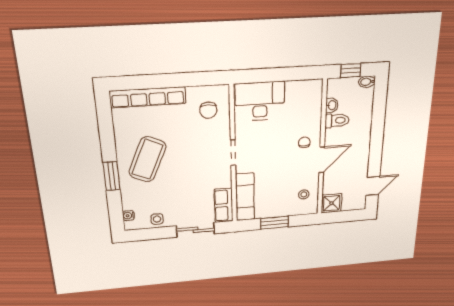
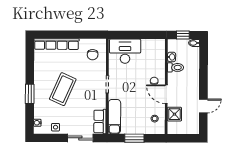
coffee table: (147, 159) -> (63, 89), moved
door: (322, 160) -> (166, 94), swing flipped
door: (373, 186) -> (203, 106), moved
shower: (332, 203) -> (174, 114), moved

